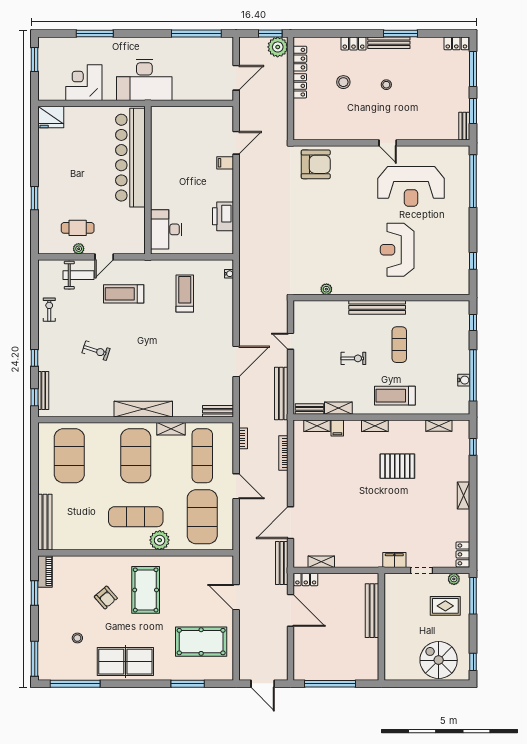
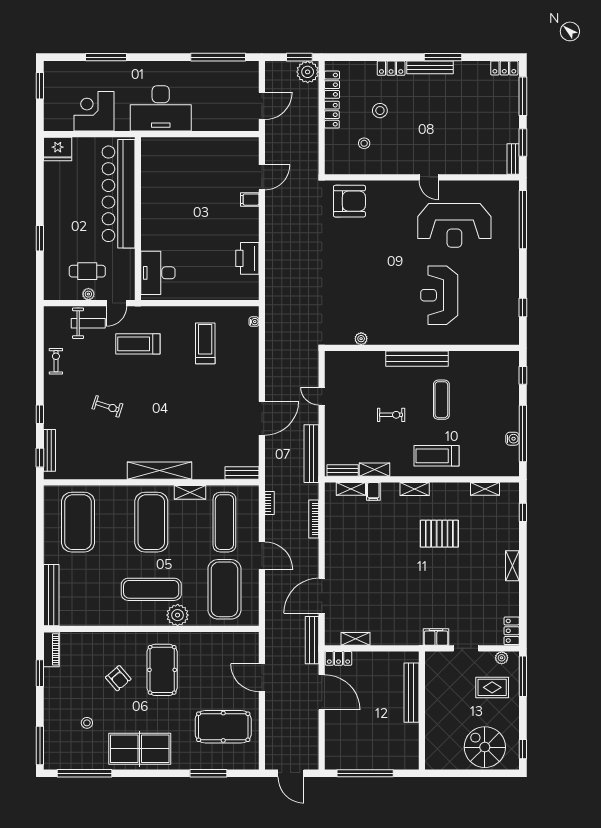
stool: (386, 85) -> (364, 143), moved
bar counter: (130, 158) -> (119, 194), moved
wall: (148, 180) -> (138, 219), moved
desk: (166, 229) -> (158, 273), moved

